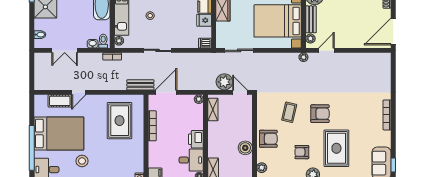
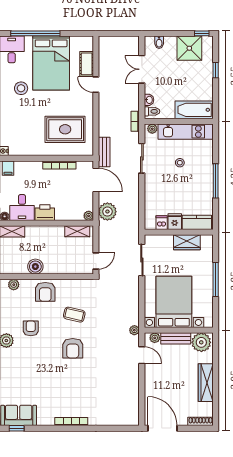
dishwasher: (205, 43) -> (162, 223), moved
sliding door: (157, 50) -> (142, 158), moved
plant: (224, 82) -> (107, 212), moved
rug: (336, 148) -> (35, 366), removed

